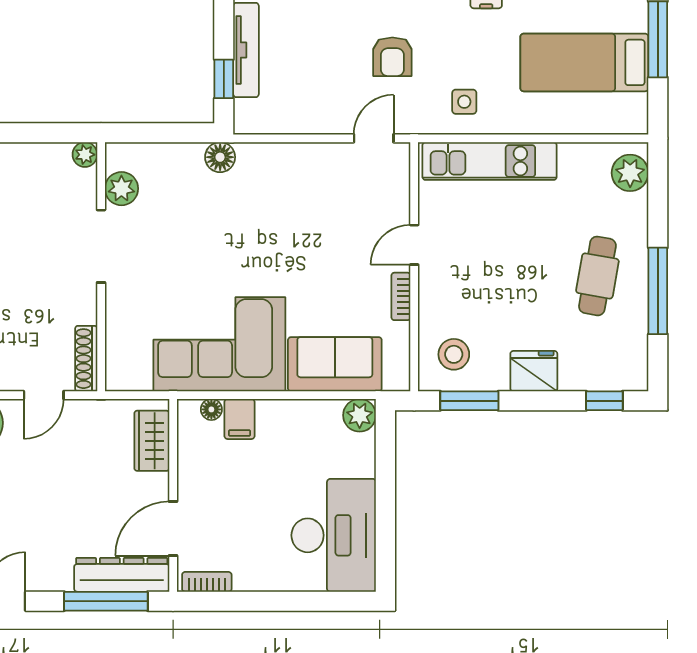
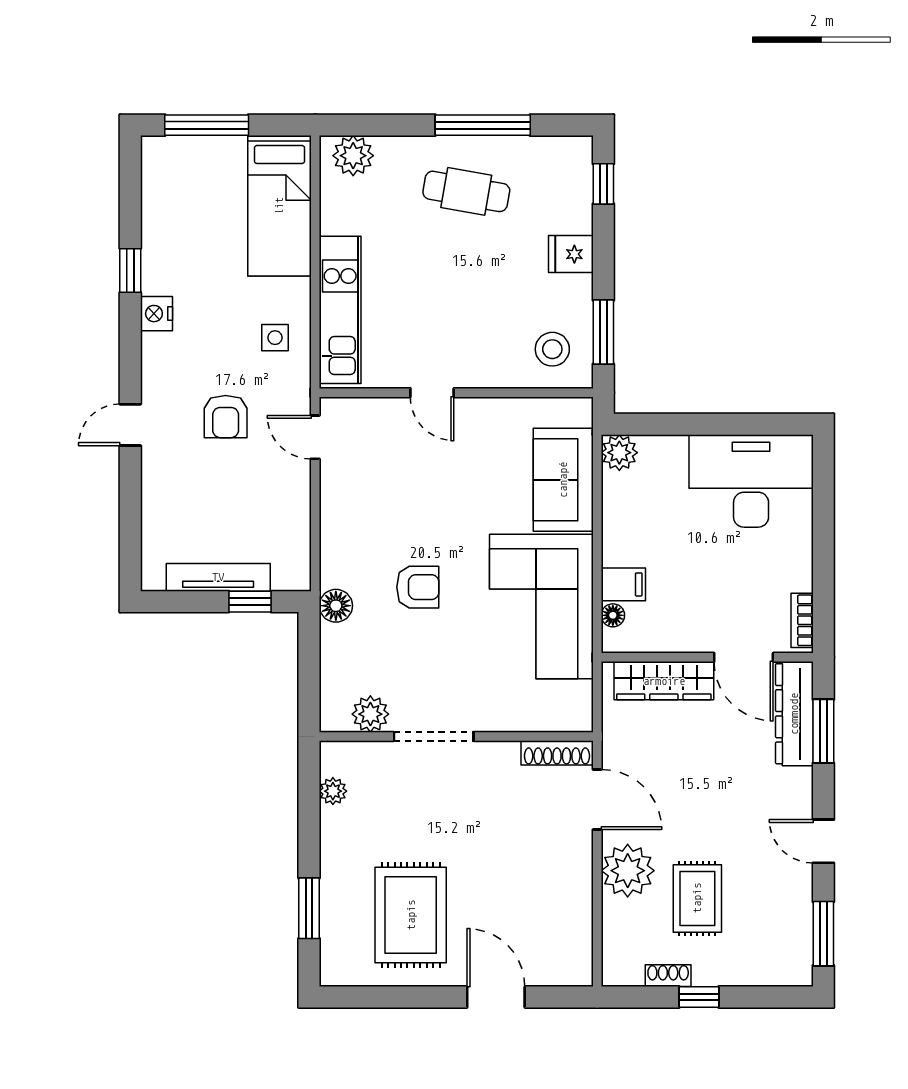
armchair: (392, 57) -> (226, 417), turned 90
bed: (584, 62) -> (279, 206), moved
plant: (85, 155) -> (333, 791), moved
armchair: (237, 232) -> (418, 587), added
bookcase: (401, 296) -> (489, 407), removed
fridge: (534, 371) -> (571, 254), width x0.72
door: (44, 395) -> (597, 799), width x1.38
wardrobe: (152, 441) -> (664, 681), width x1.50
window: (106, 601) -> (823, 731), width x0.69

